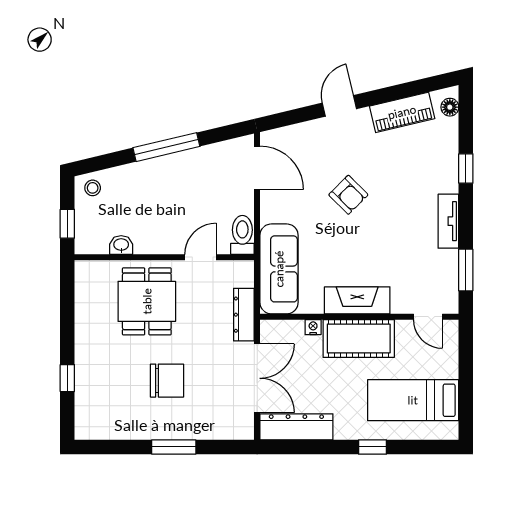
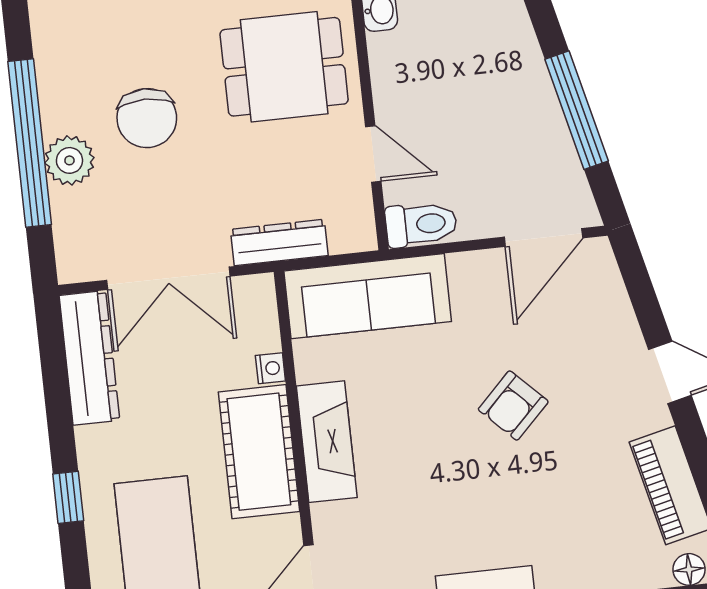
window: (166, 147) -> (577, 110), moved
plant: (186, 426) -> (69, 160), added
window: (174, 447) -> (30, 143), width x2.11

